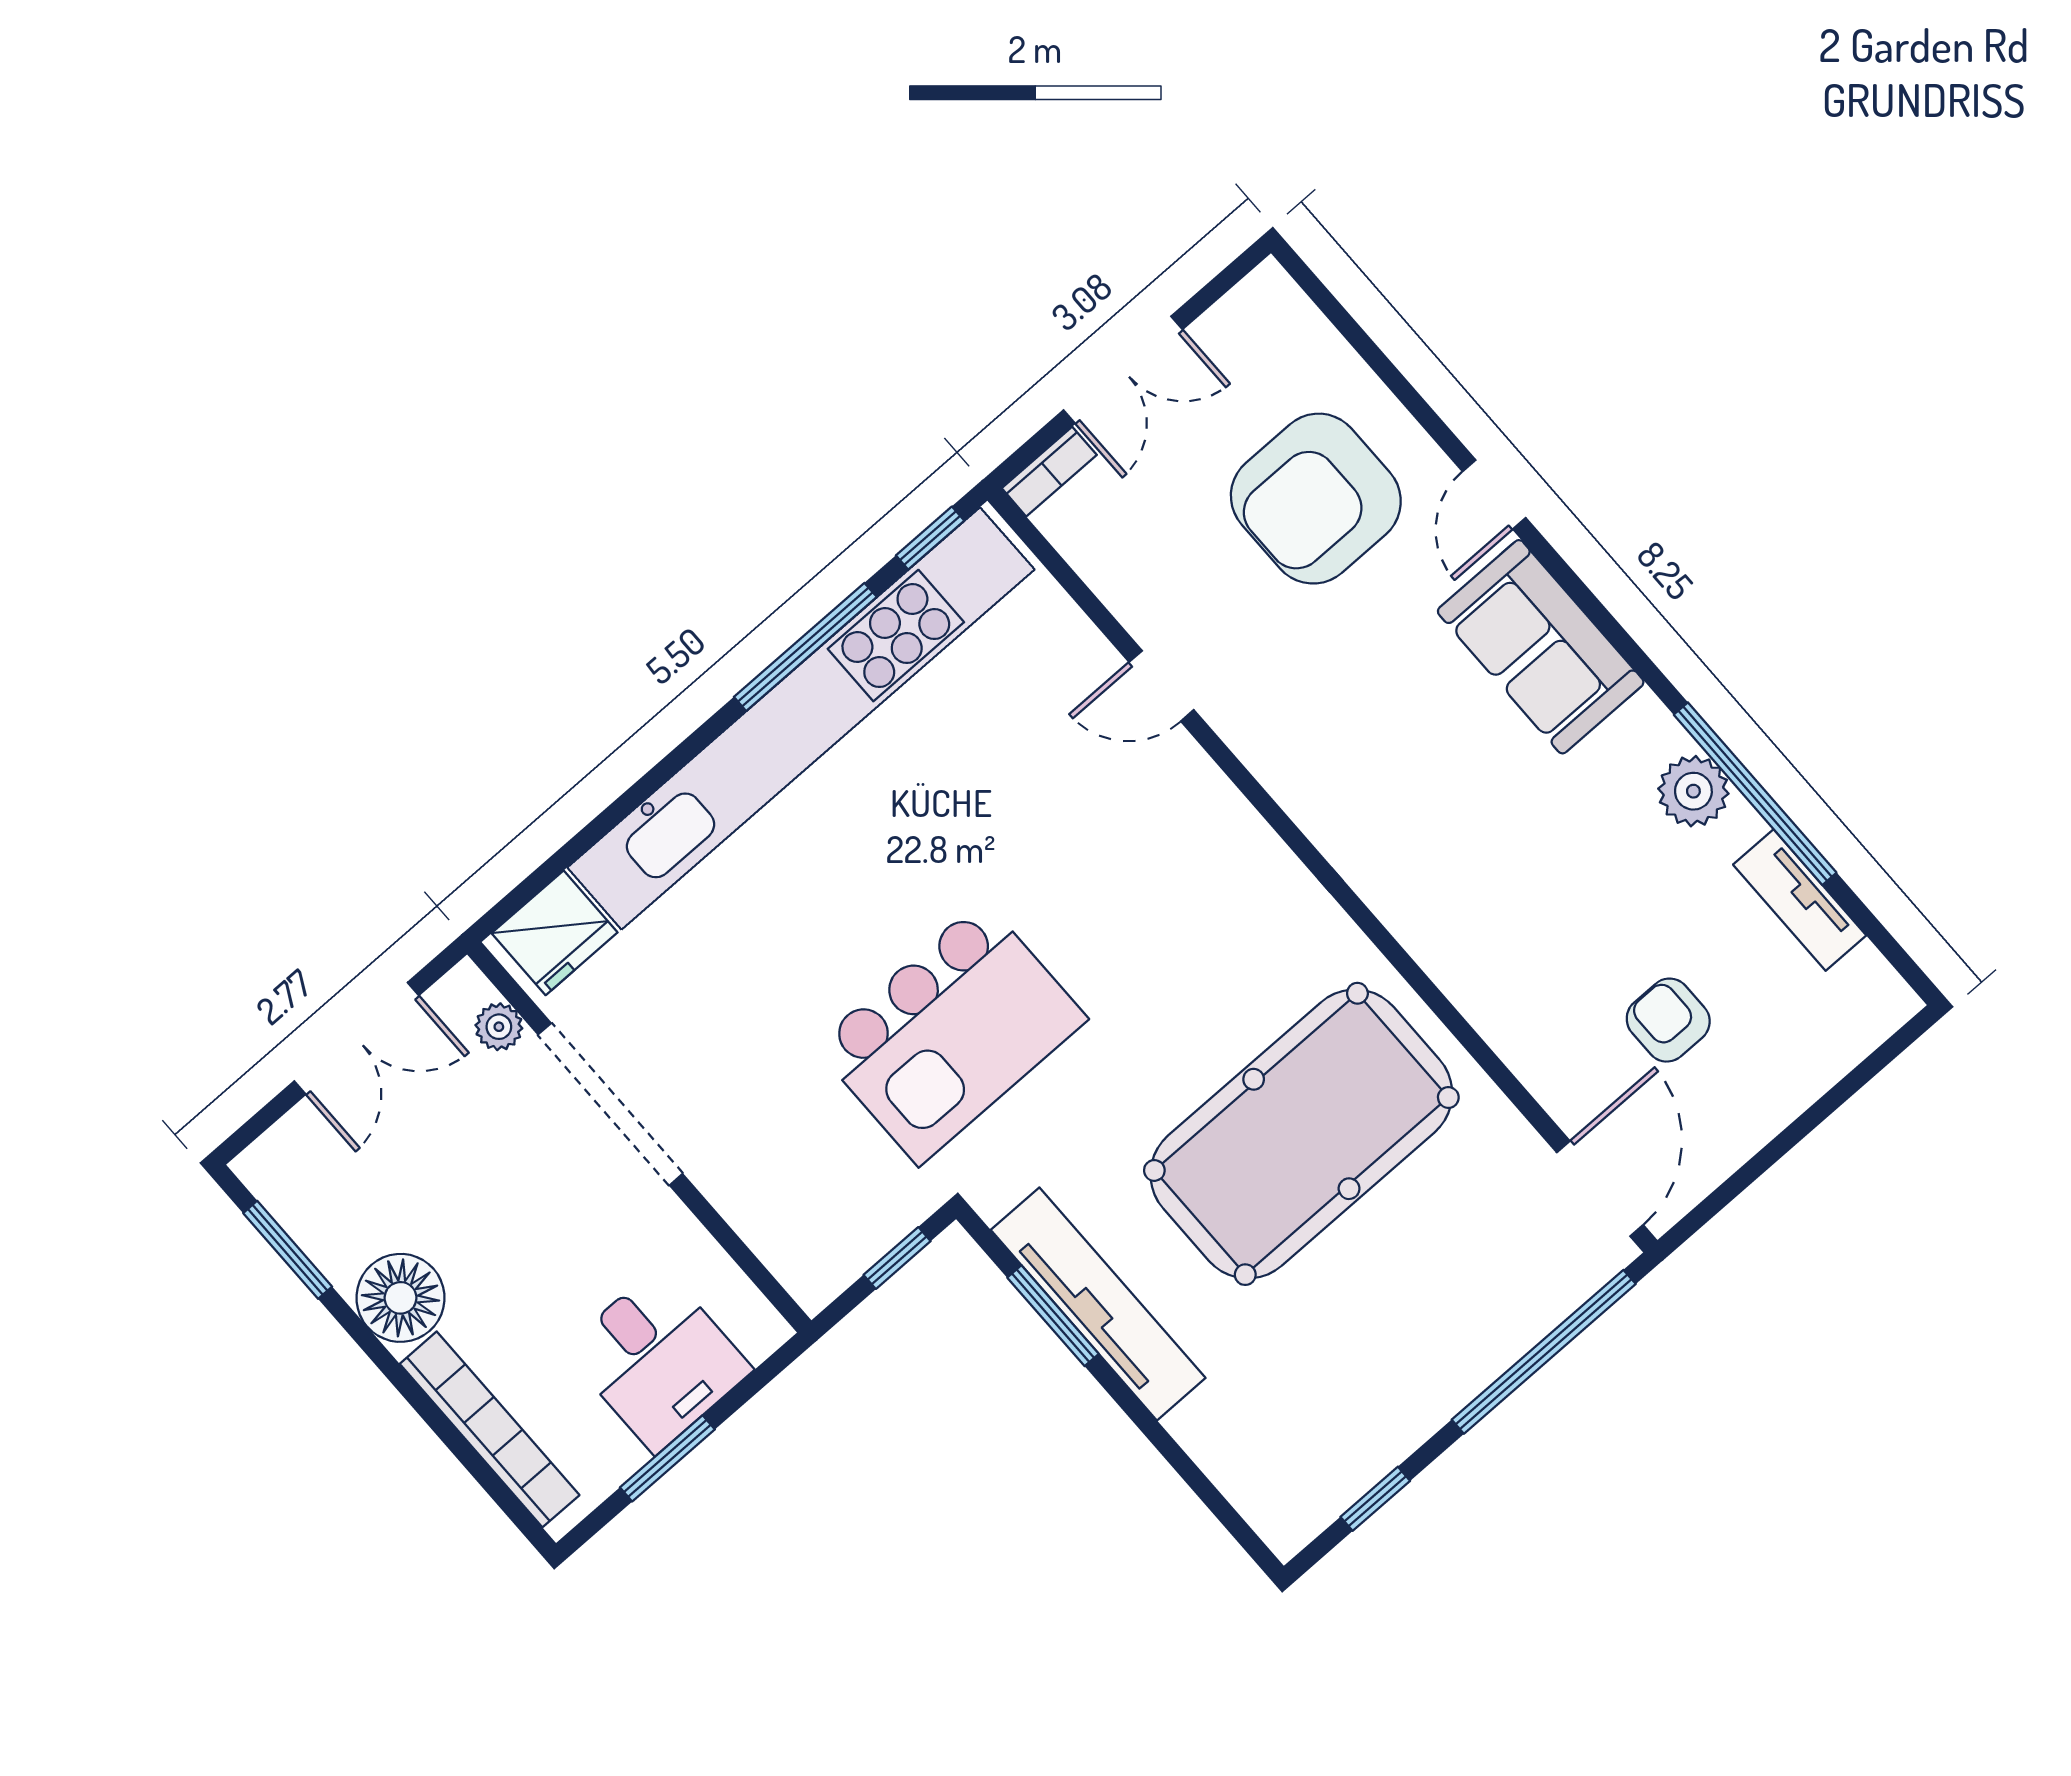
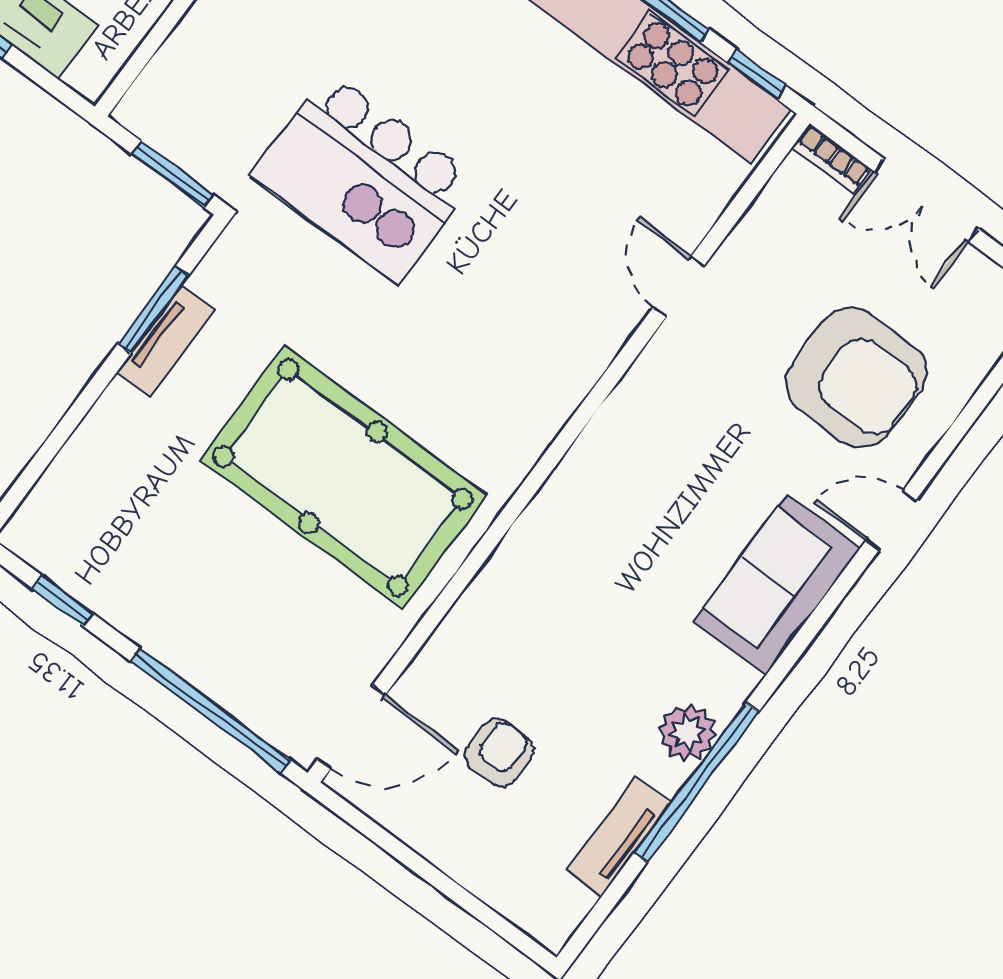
armchair: (1316, 499) -> (856, 378), turned 180
window: (897, 1258) -> (172, 174), width x1.50
tv unit: (1098, 1304) -> (166, 340), width x0.52, depth x0.78

